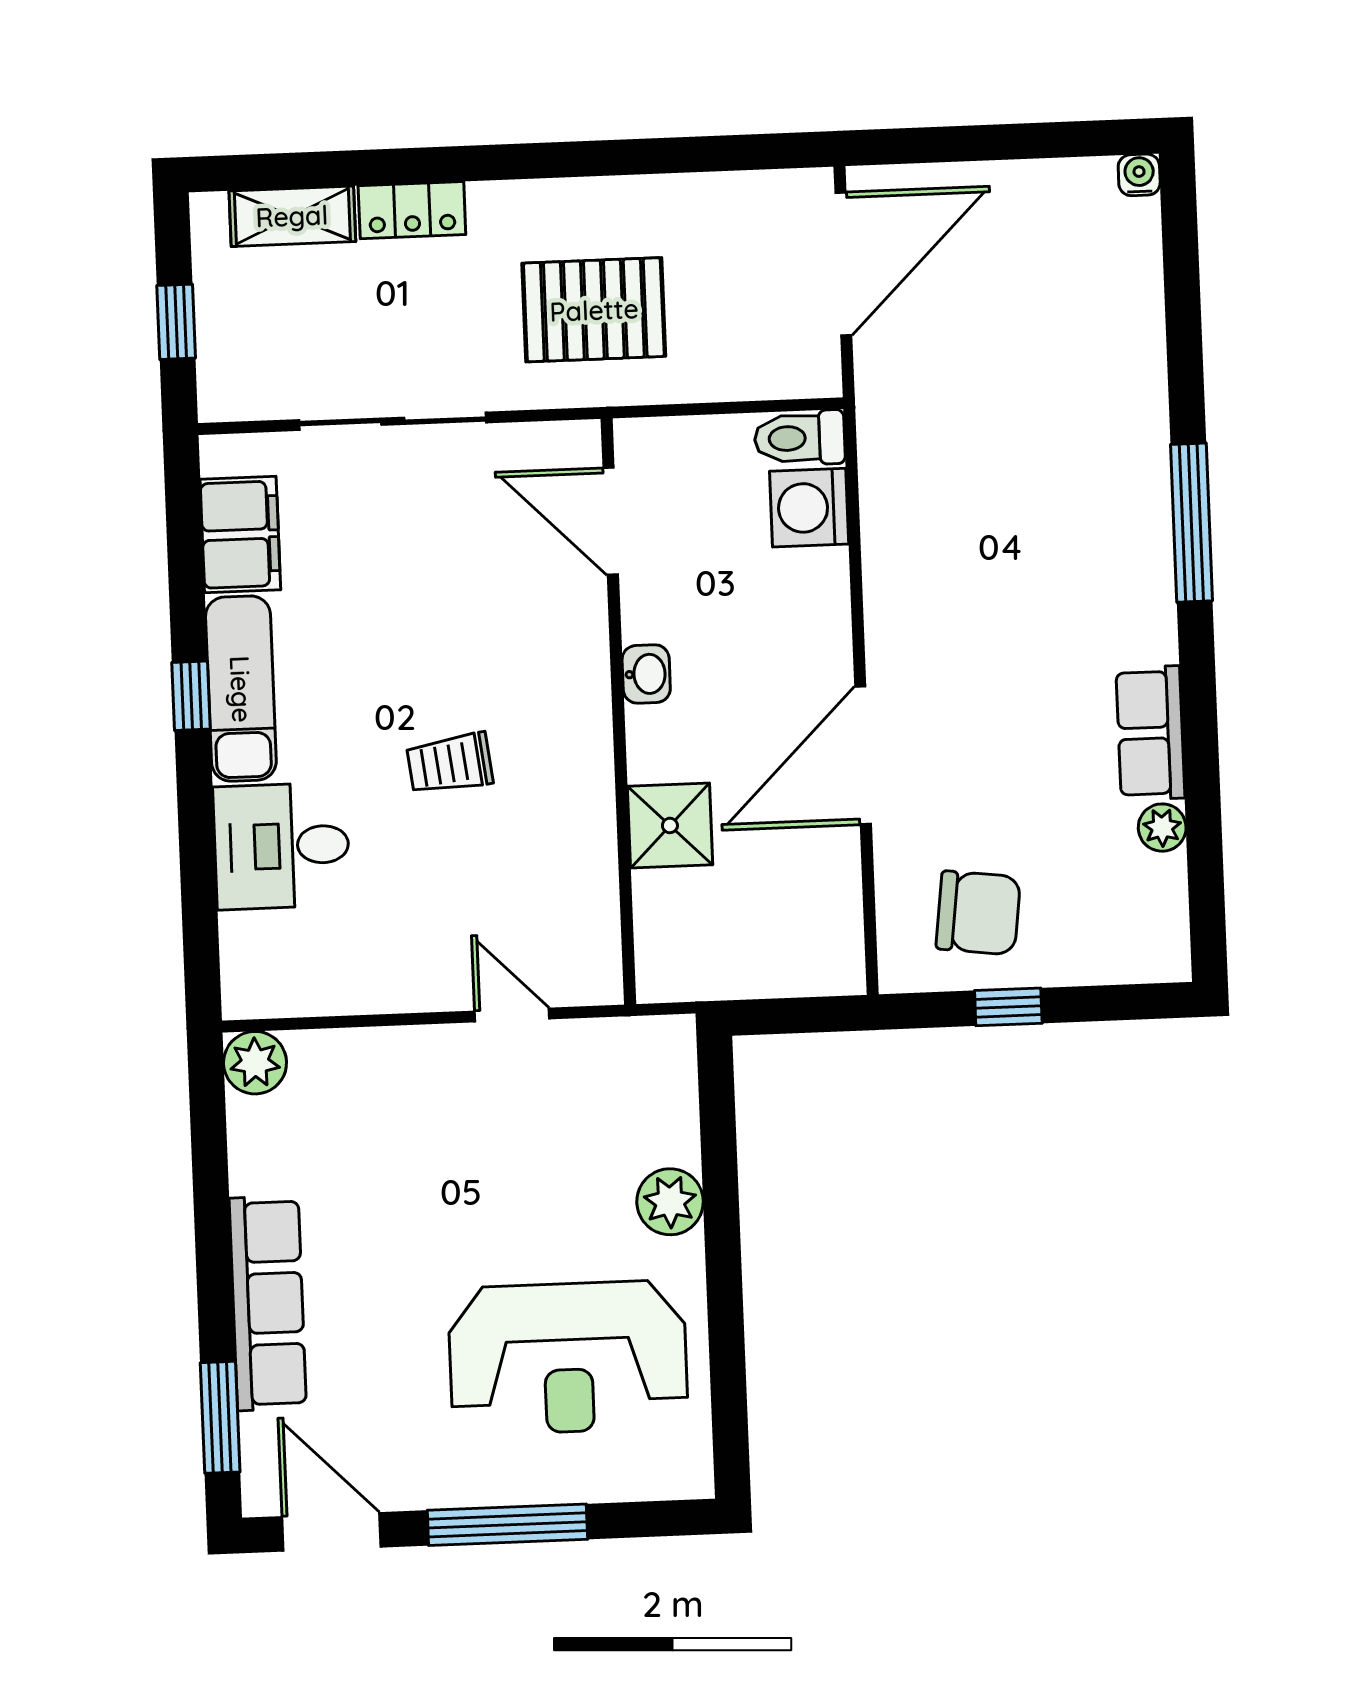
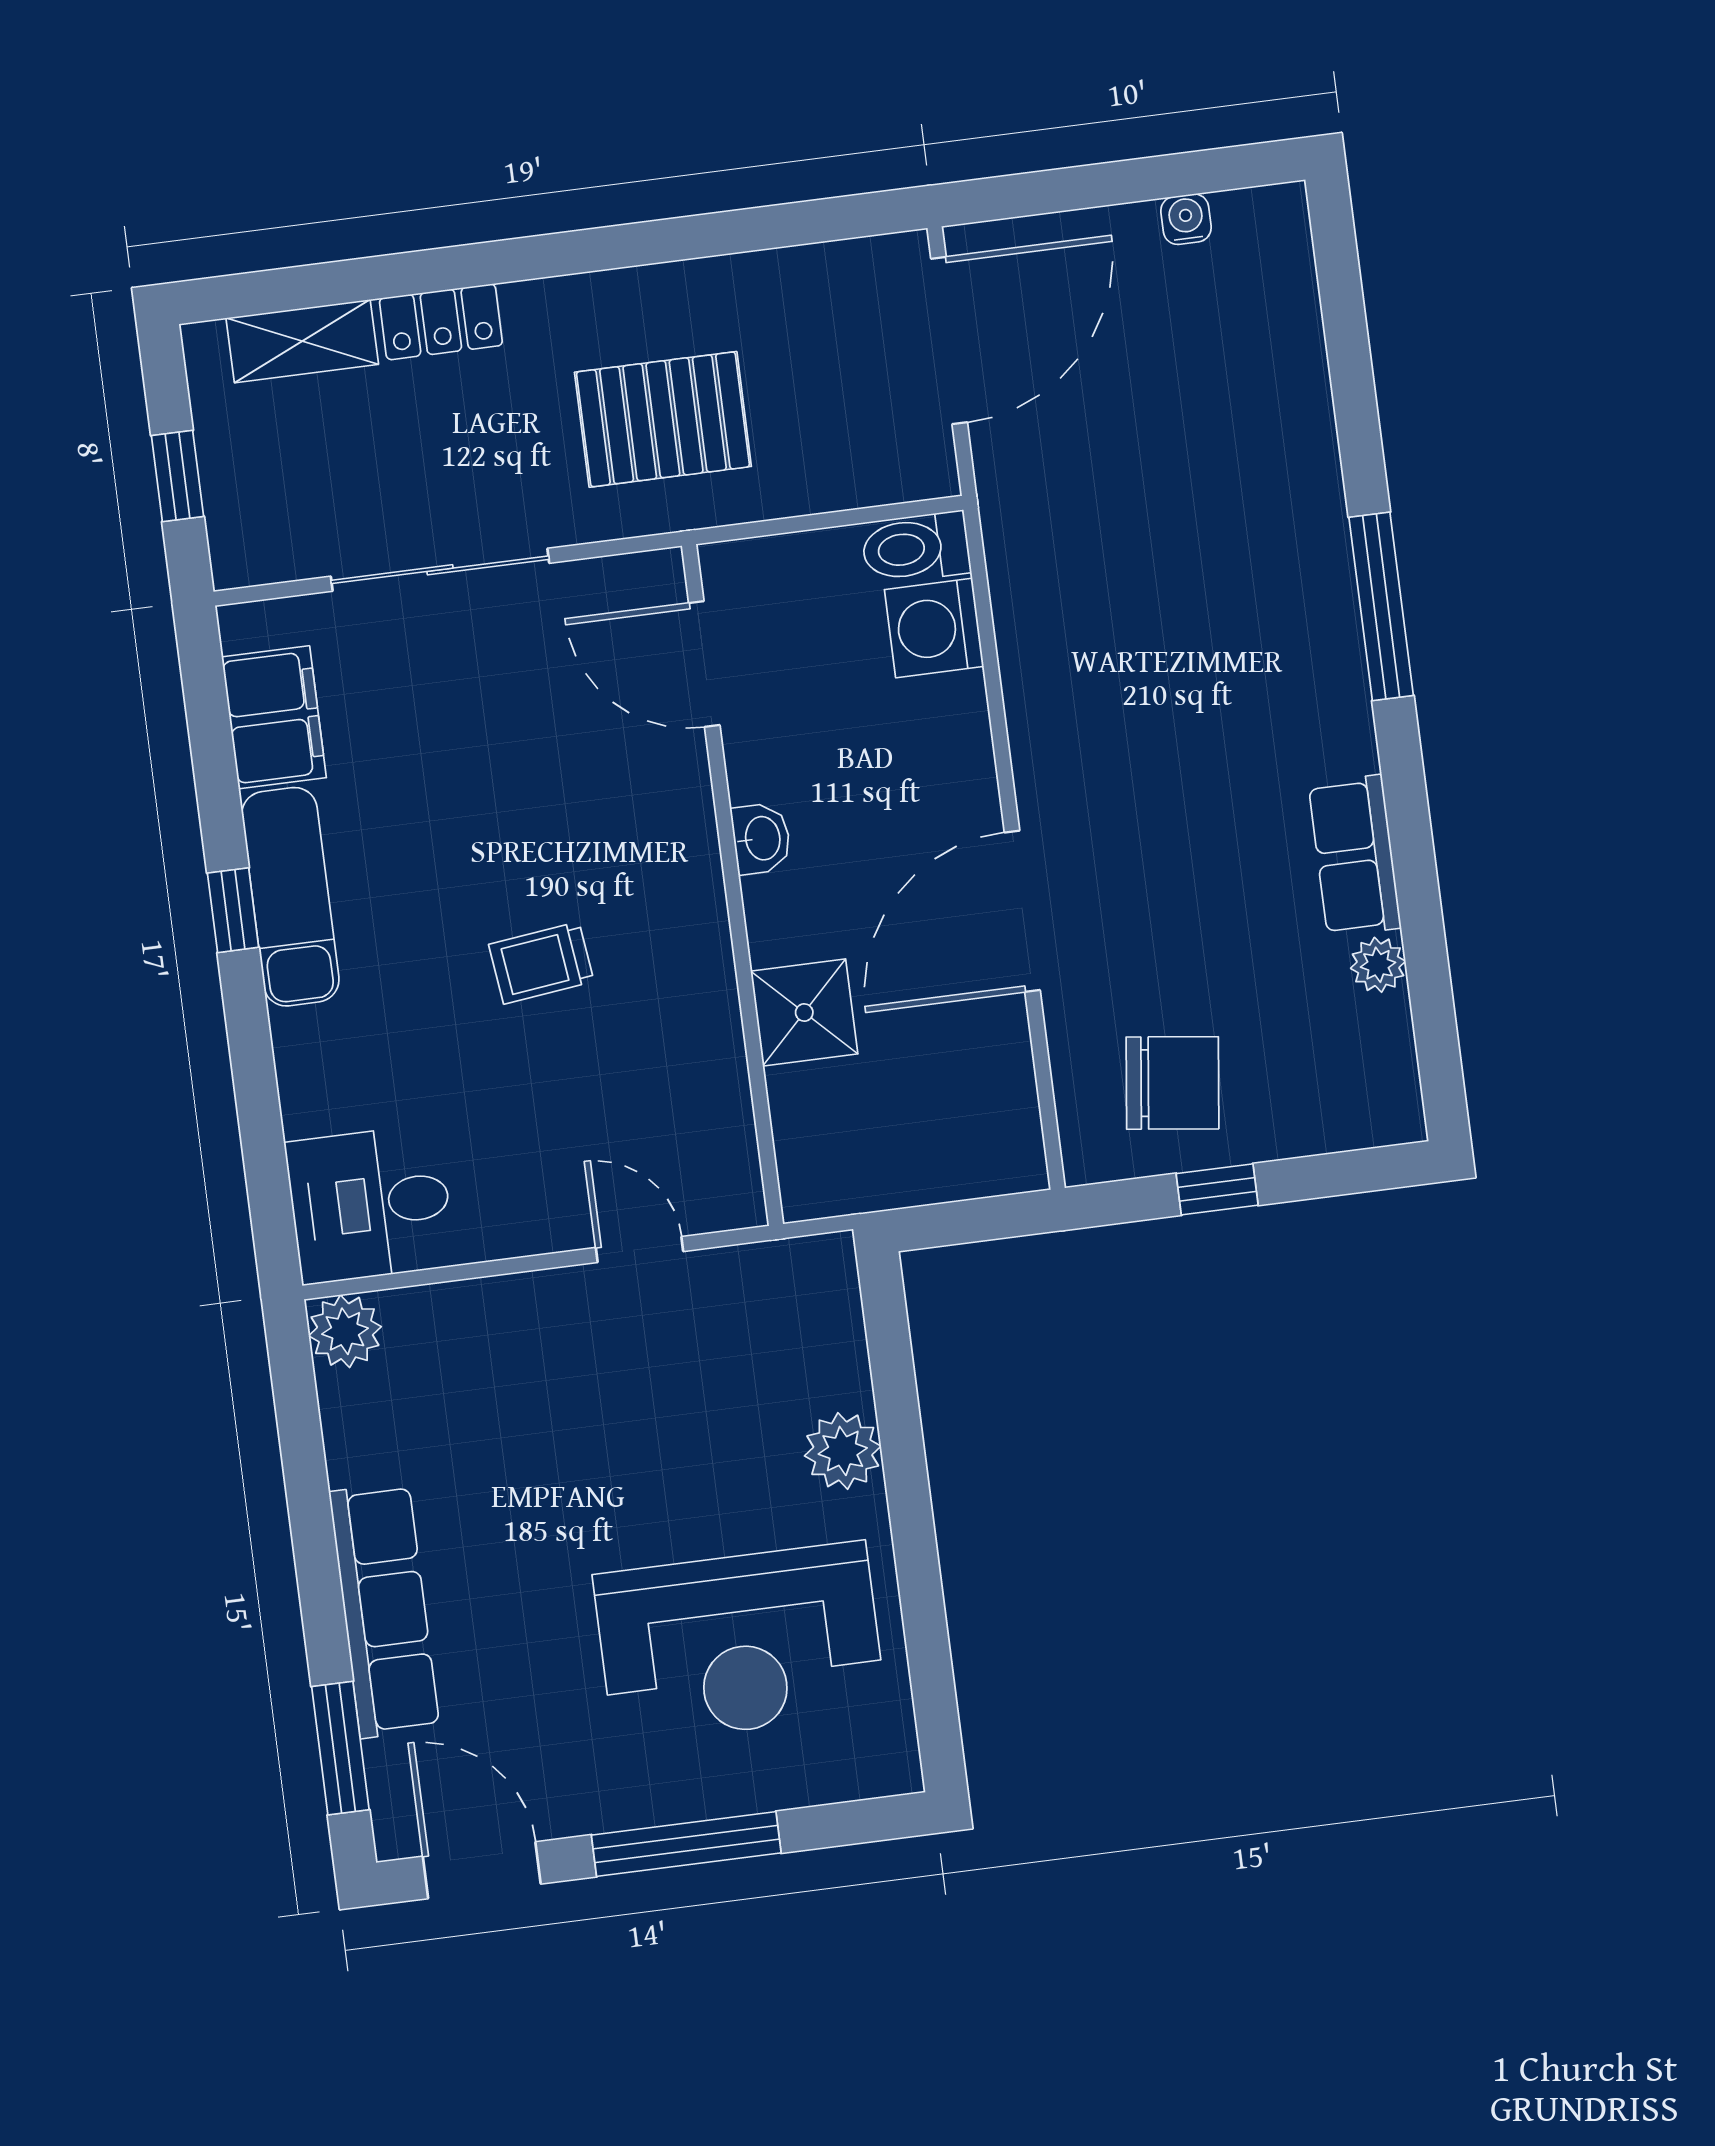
water cooler: (1139, 175) -> (1186, 219), moved
desk: (282, 846) -> (370, 1204), moved

